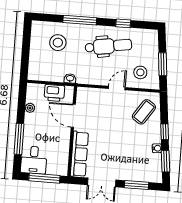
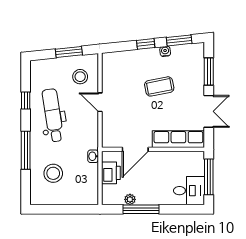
coffee table: (144, 112) -> (159, 86), moved, turned -45
window: (19, 139) -> (141, 209), moved

